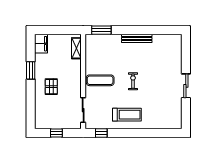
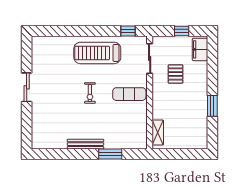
window: (101, 30) -> (110, 154), moved
filing cabinet: (41, 44) -> (200, 49), moved
pallet: (51, 87) -> (176, 74), moved
treadmill: (127, 115) -> (97, 53), width x1.37, depth x1.38

